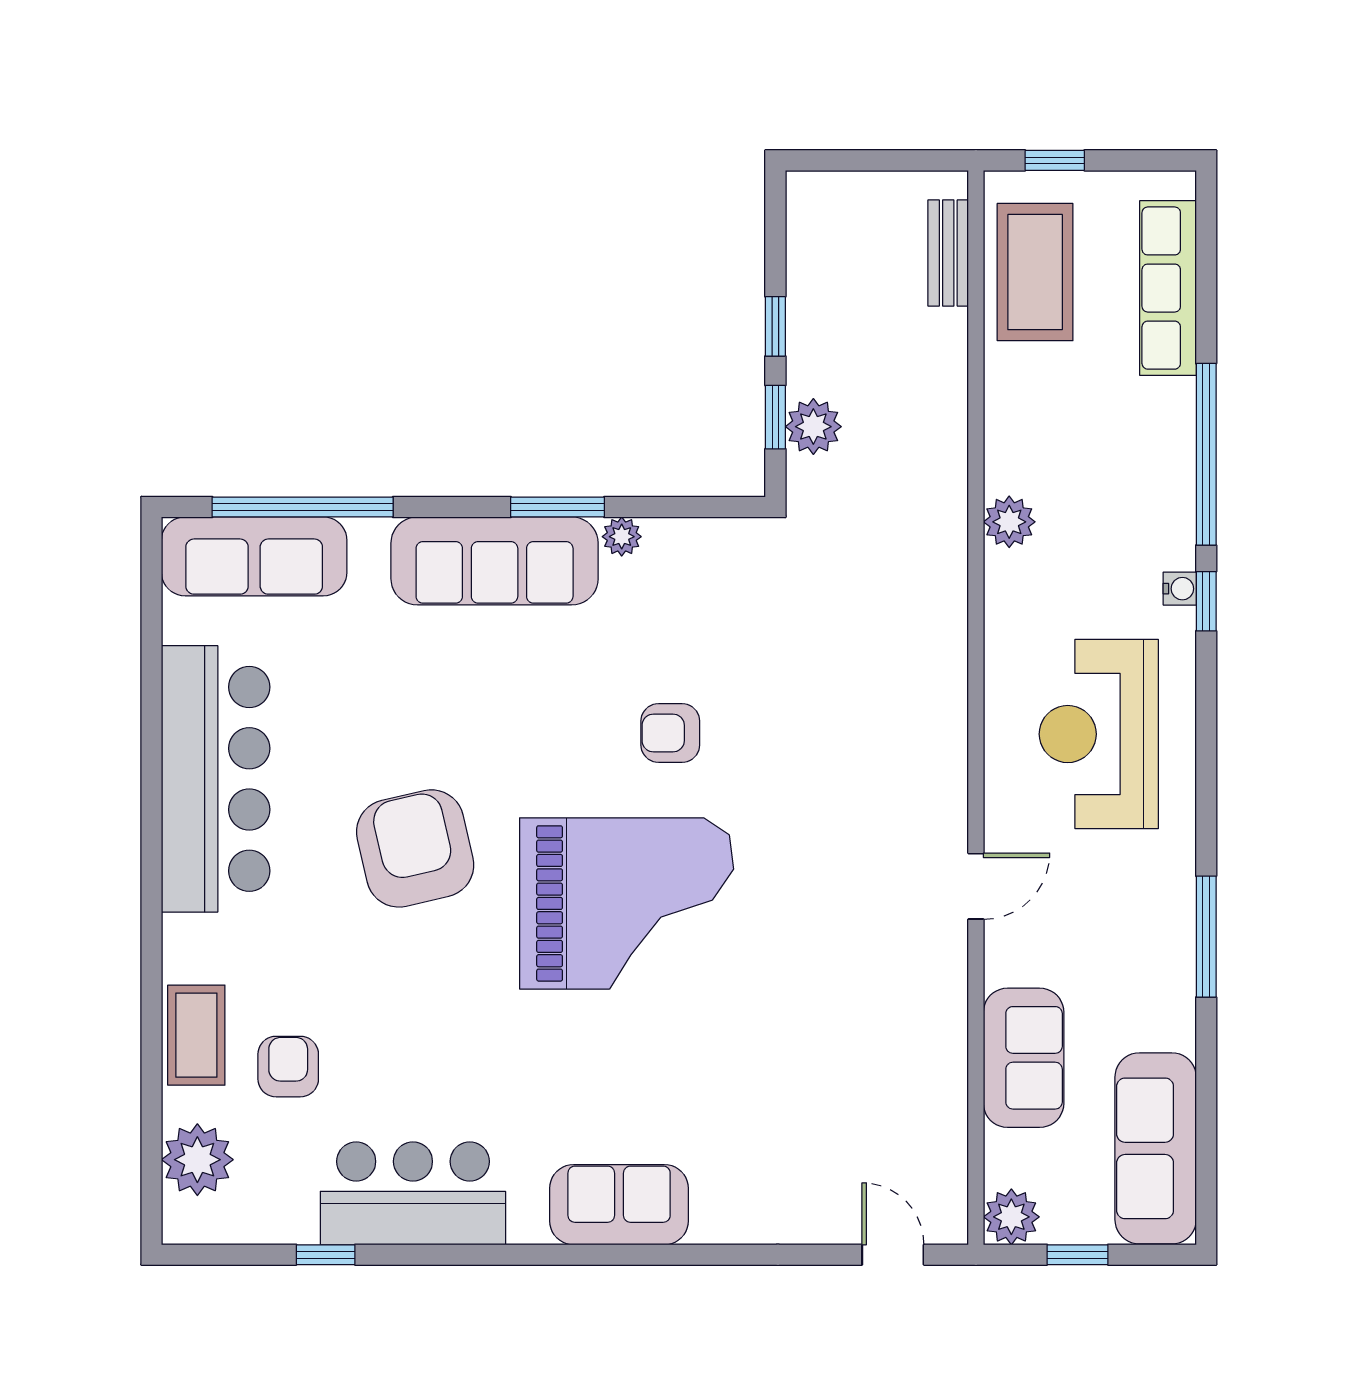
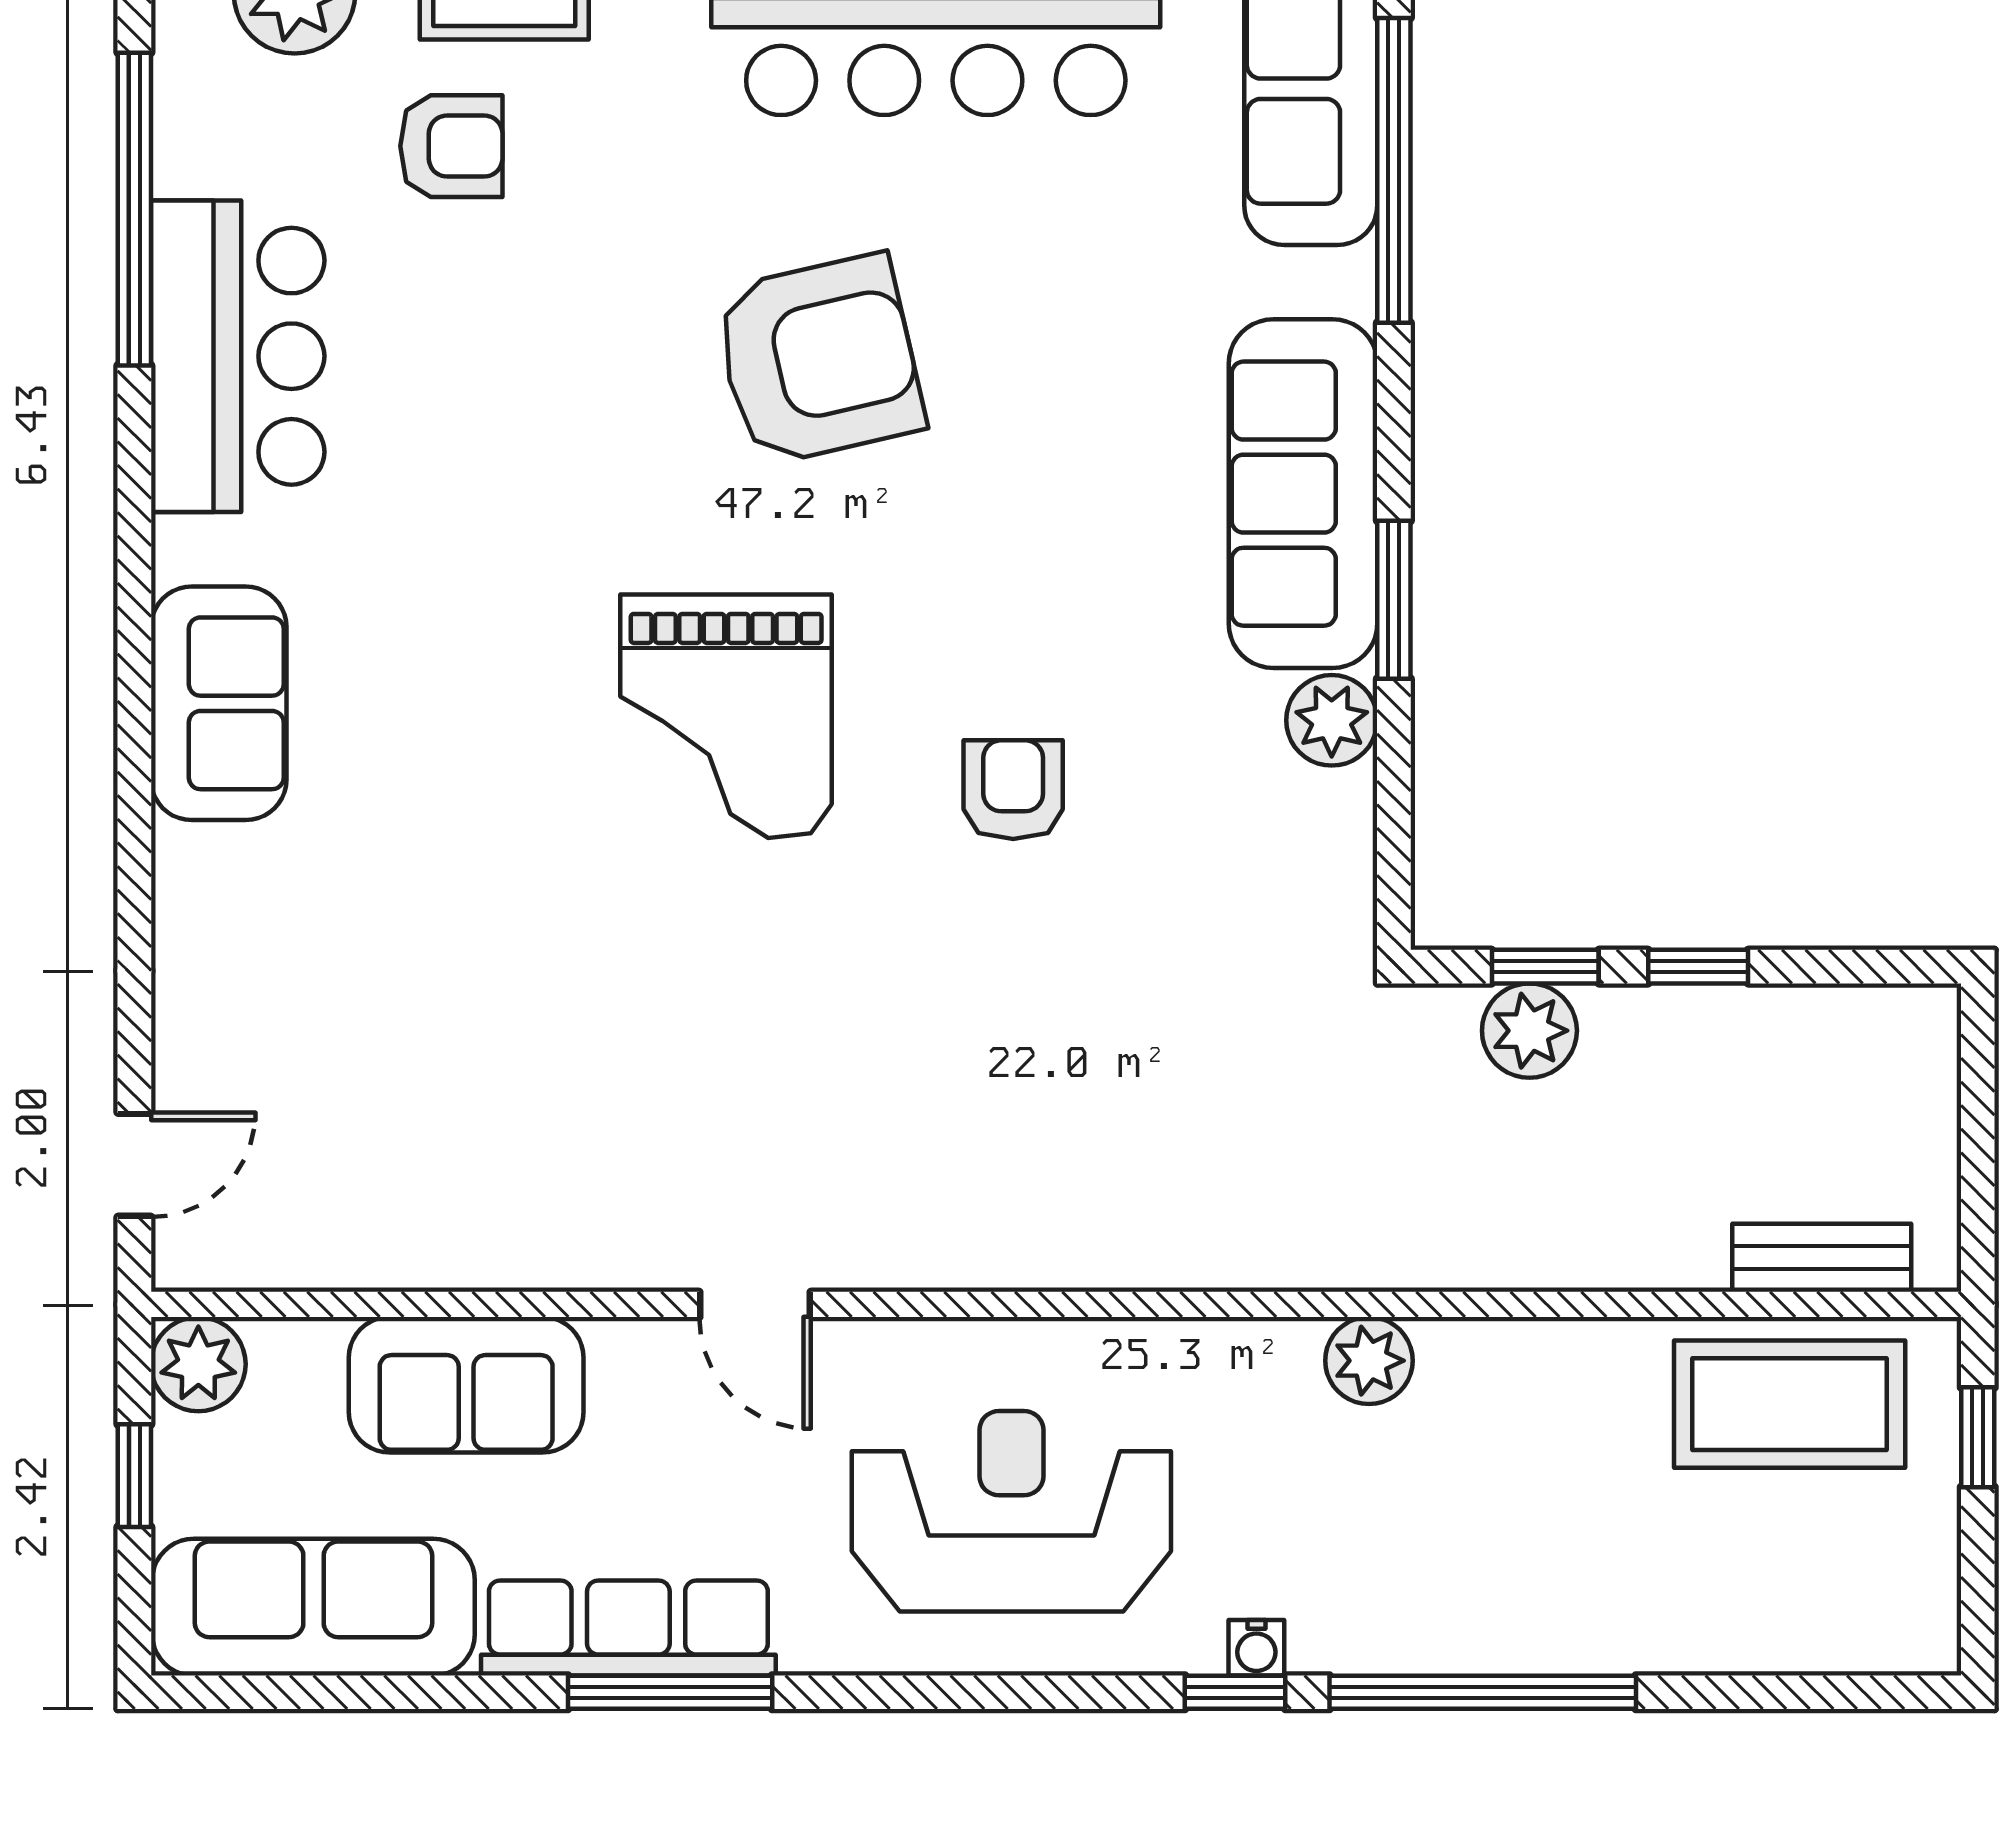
row of seats: (1168, 288) -> (628, 1628), moved
plant: (622, 537) -> (1332, 720), width x1.38, depth x1.38
grand piano: (627, 903) -> (726, 716), width x0.73, depth x0.68
window: (326, 1255) -> (134, 209), width x3.17

